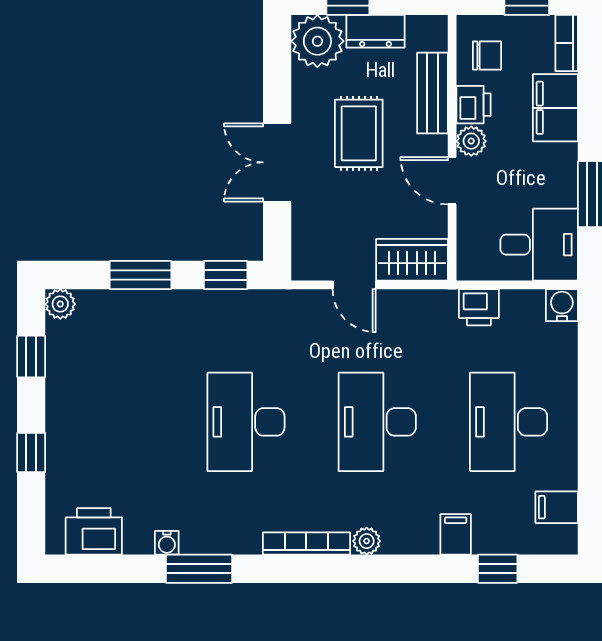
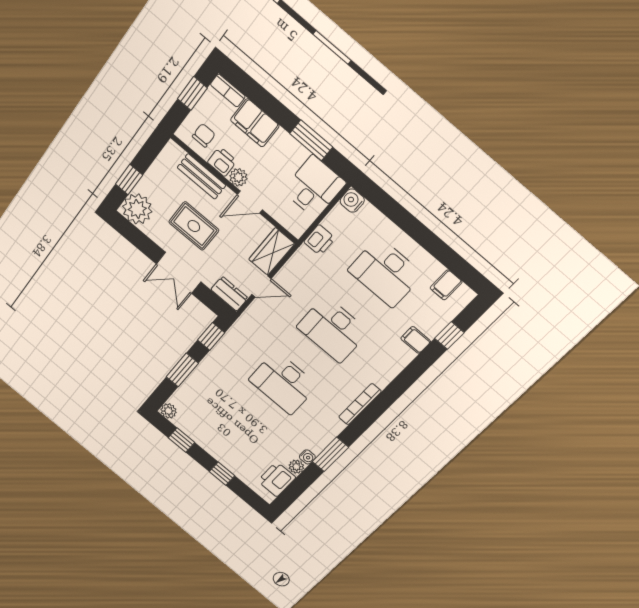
dresser: (375, 31) -> (229, 294), moved, turned -90
plant: (367, 541) -> (296, 467), moved

